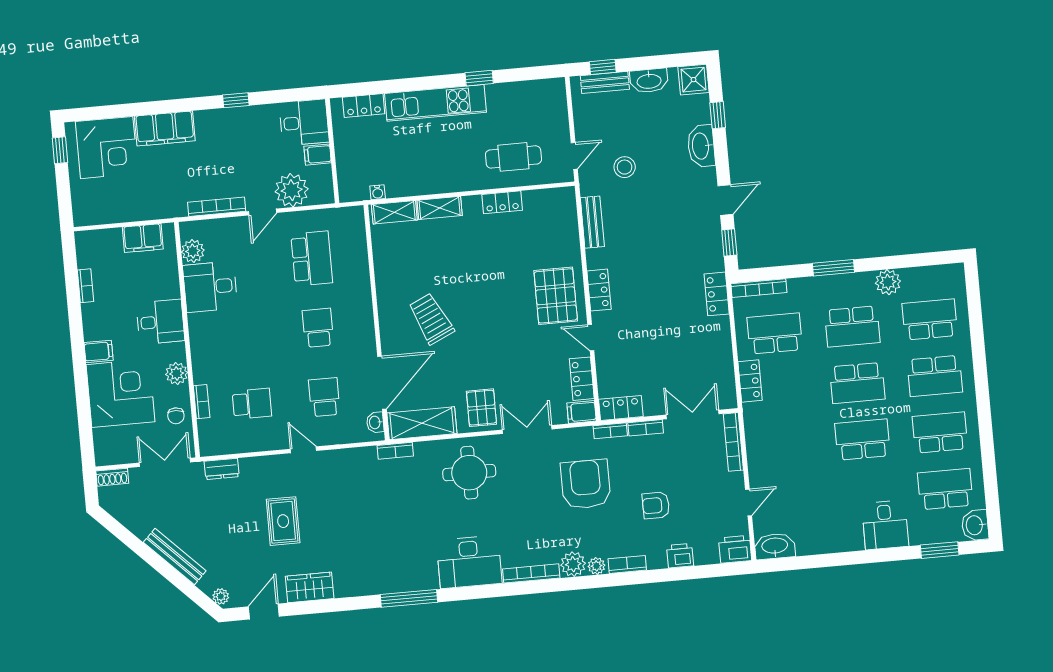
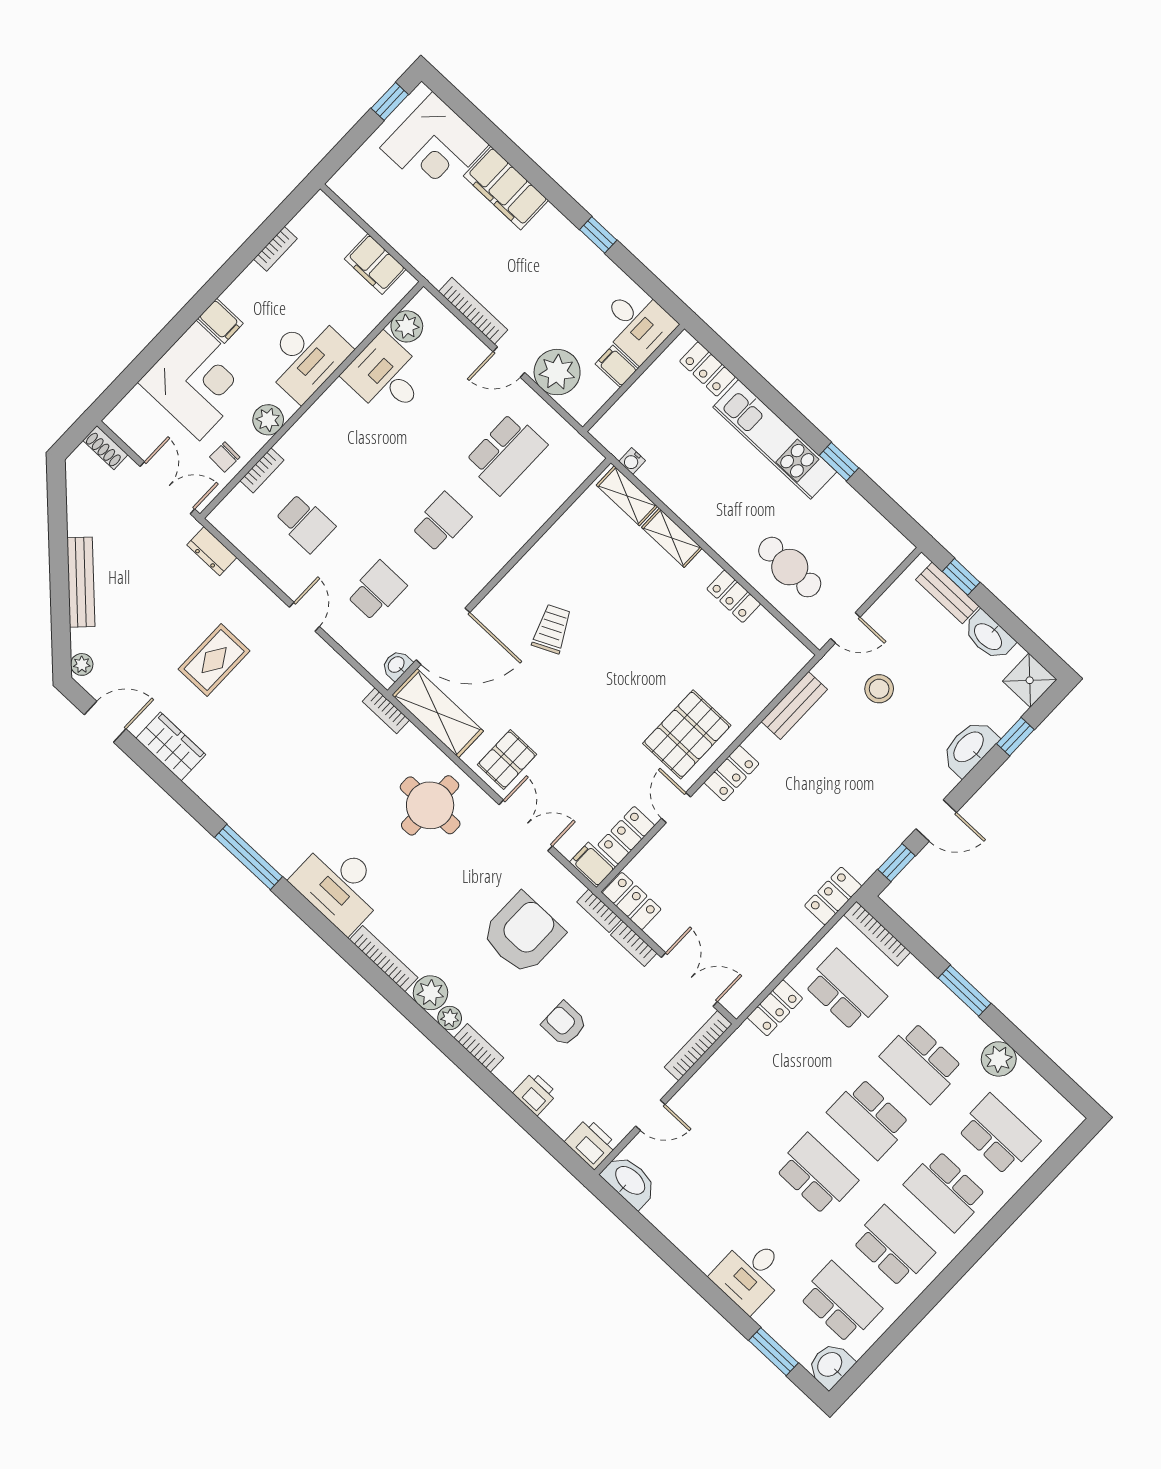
trolley: (431, 319) -> (552, 629), width x0.73, depth x0.72
desk: (160, 322) -> (306, 357), width x1.37

